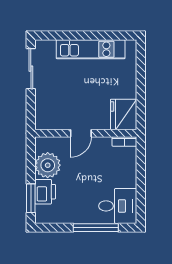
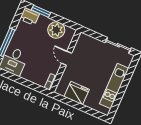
fridge: (124, 114) -> (77, 93), moved
printer: (45, 192) -> (30, 16), moved

